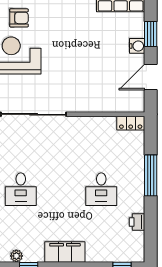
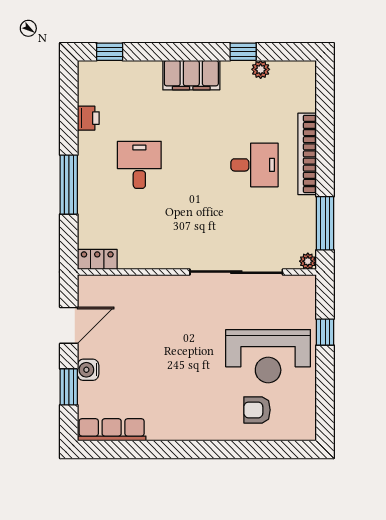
desk: (21, 189) -> (254, 165), turned 90

